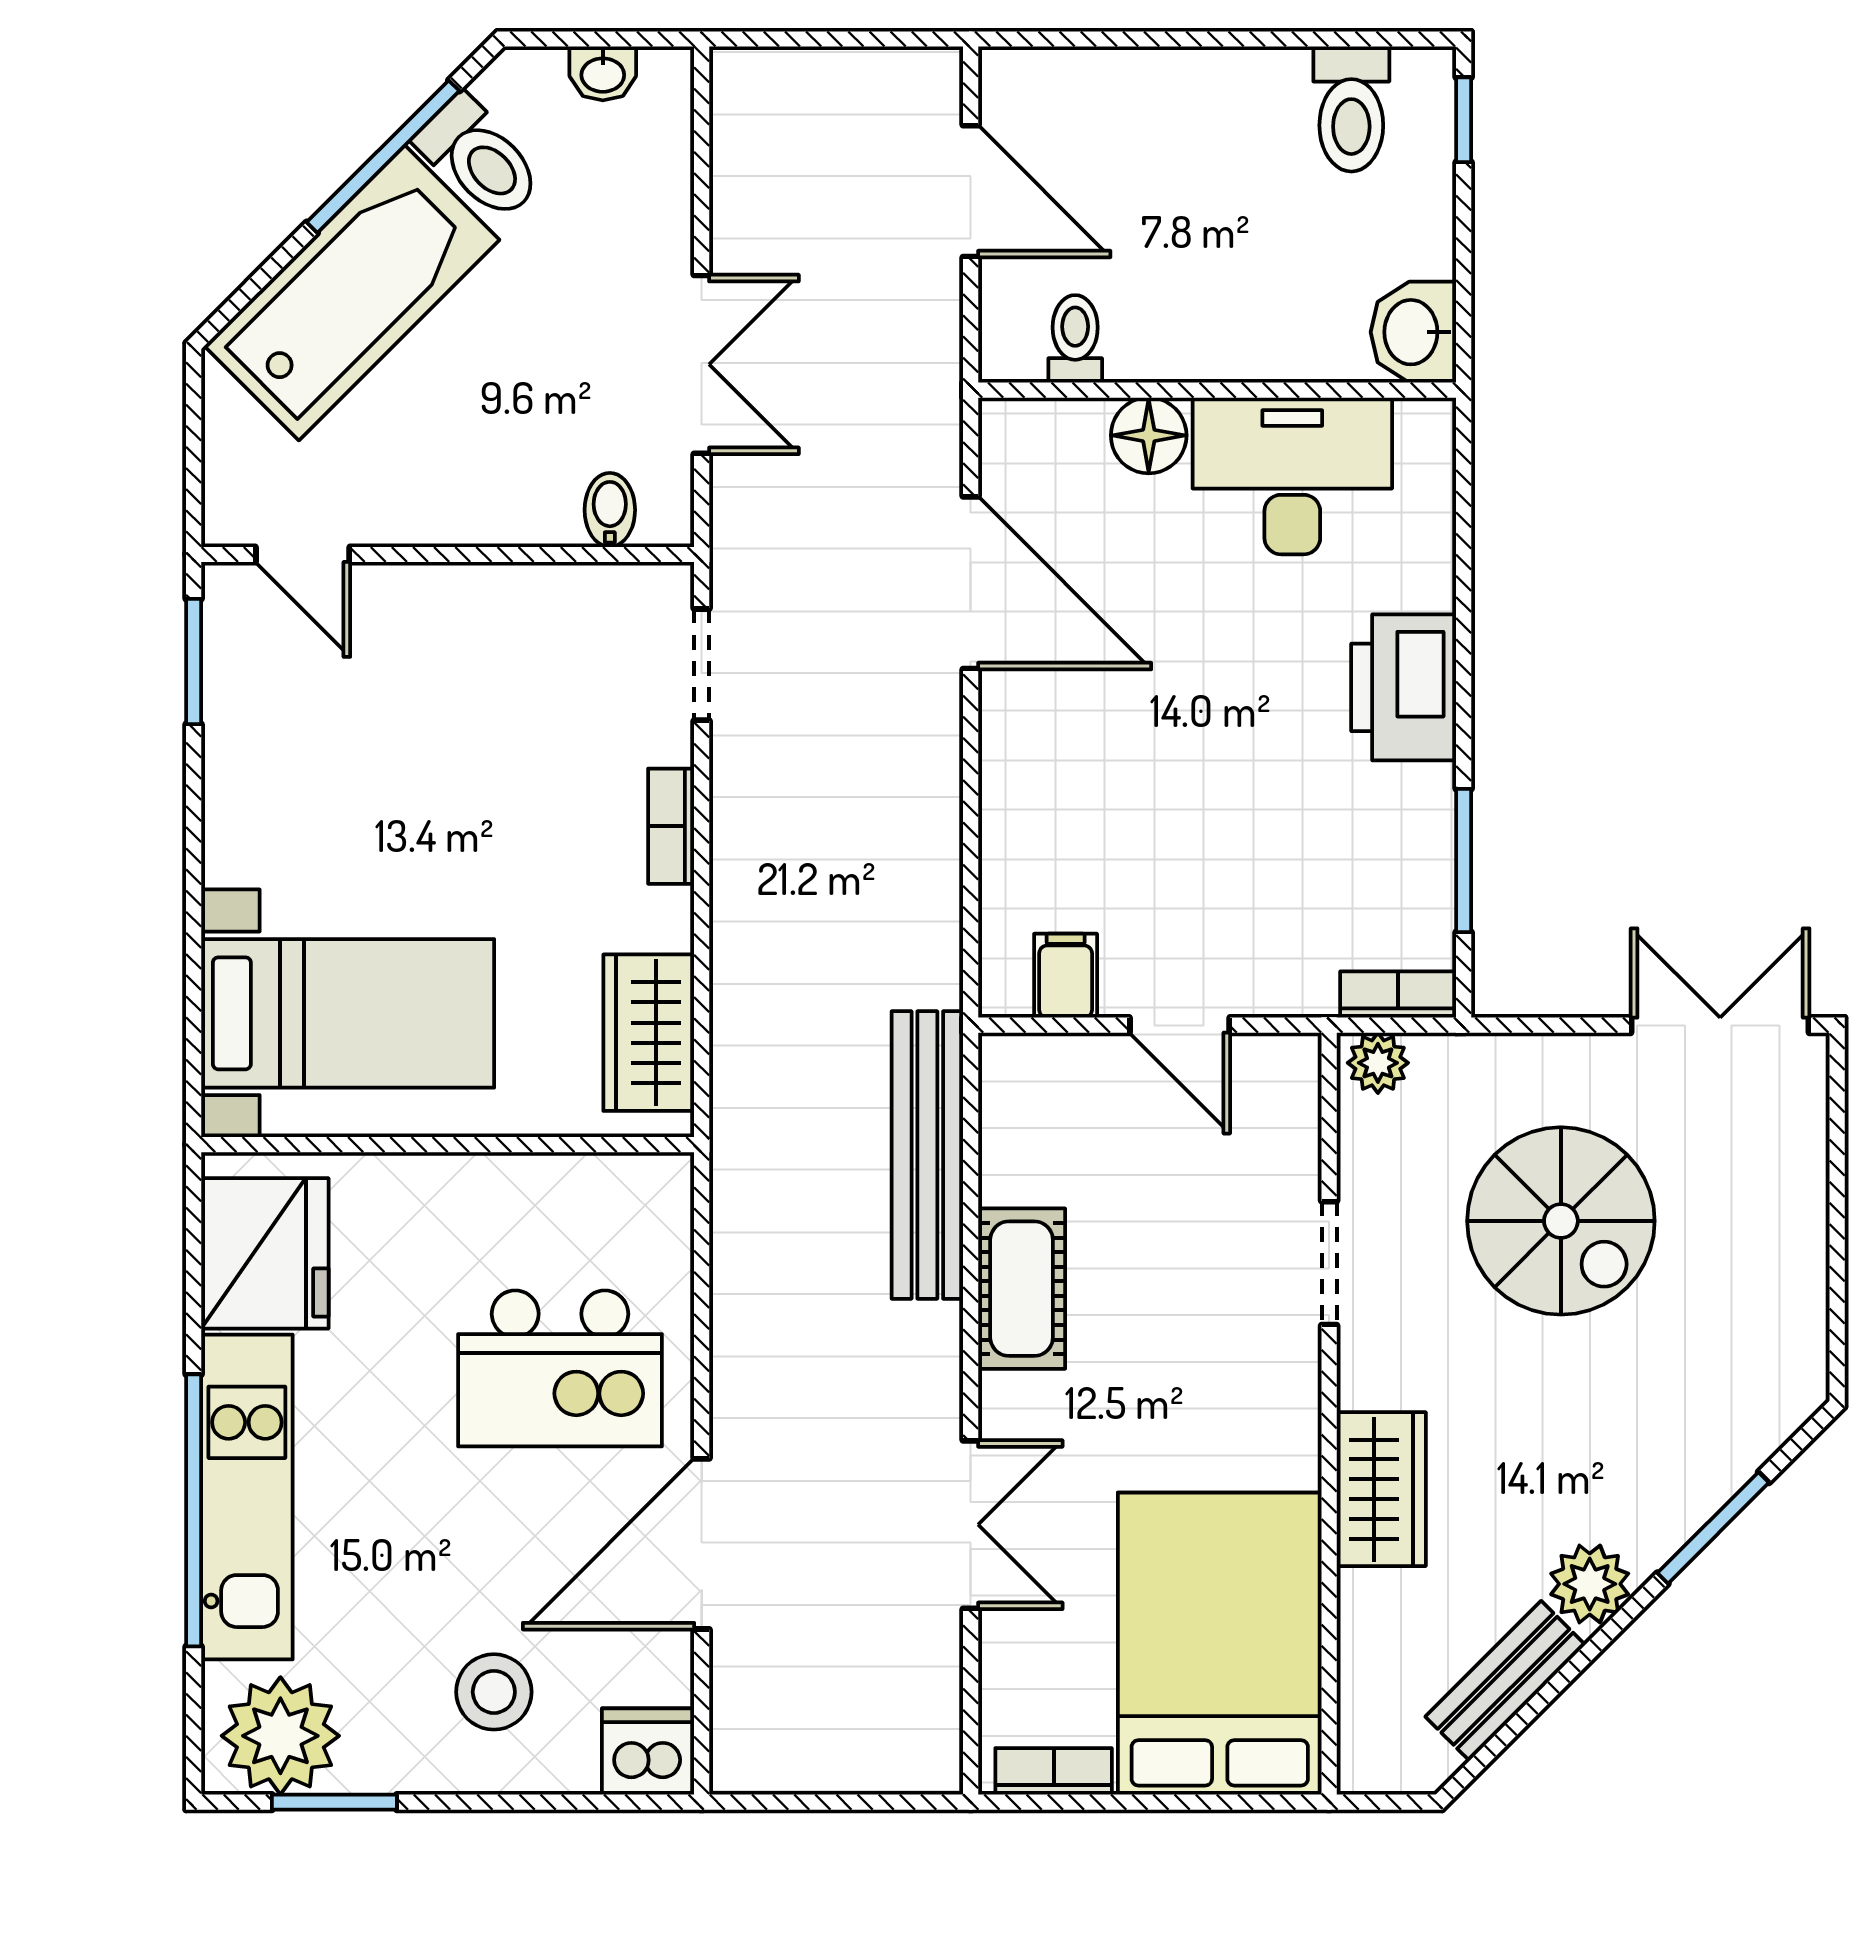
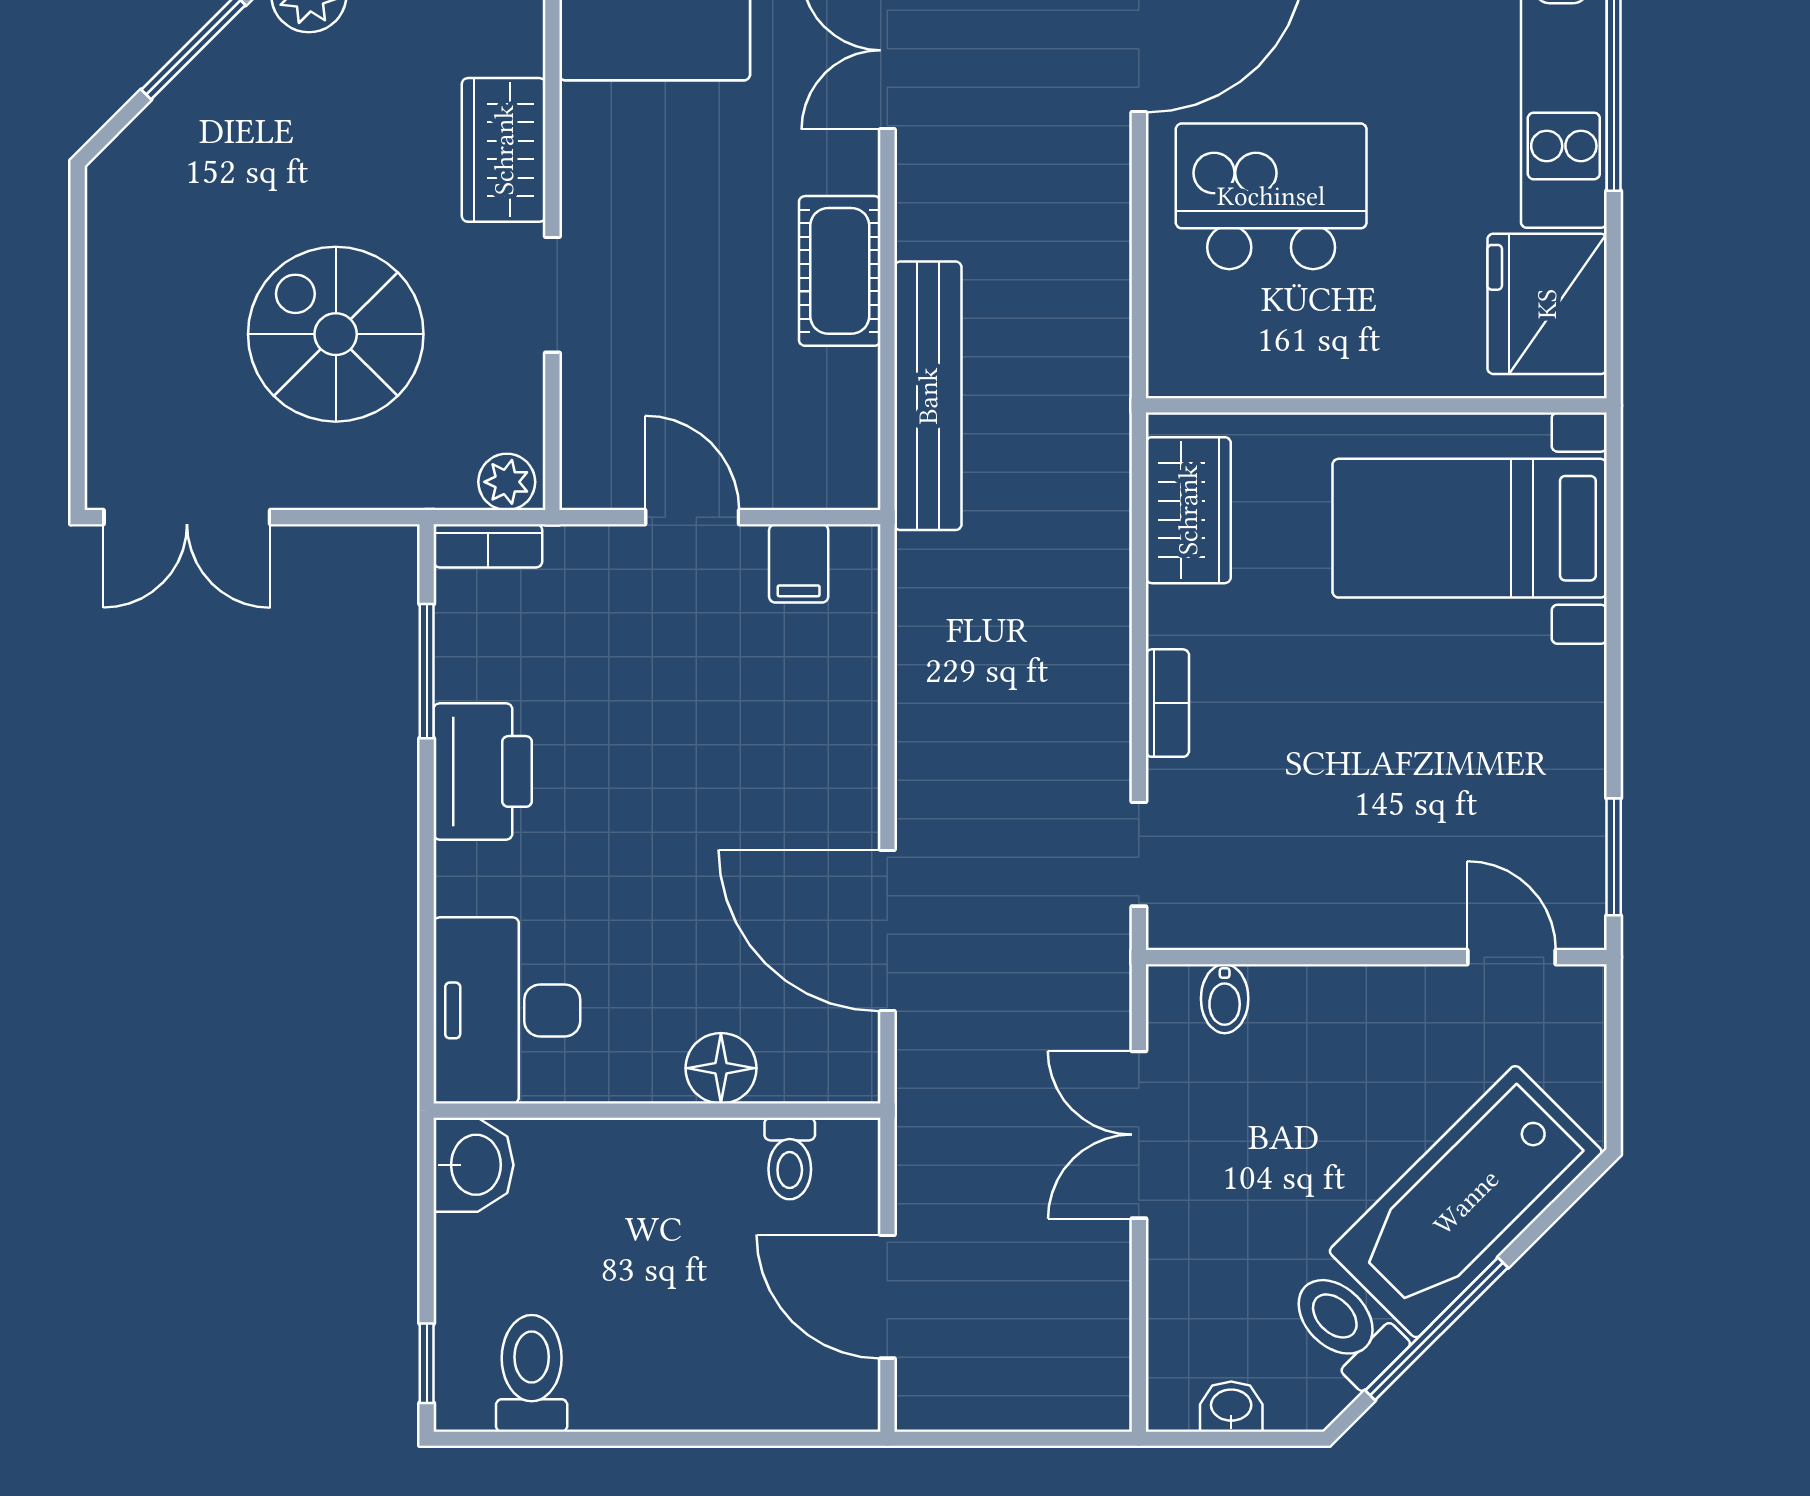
desk: (1292, 476) -> (507, 1010), moved, turned 90
printer: (1404, 687) -> (483, 771), moved
wardrobe: (1381, 1489) -> (504, 150), moved

